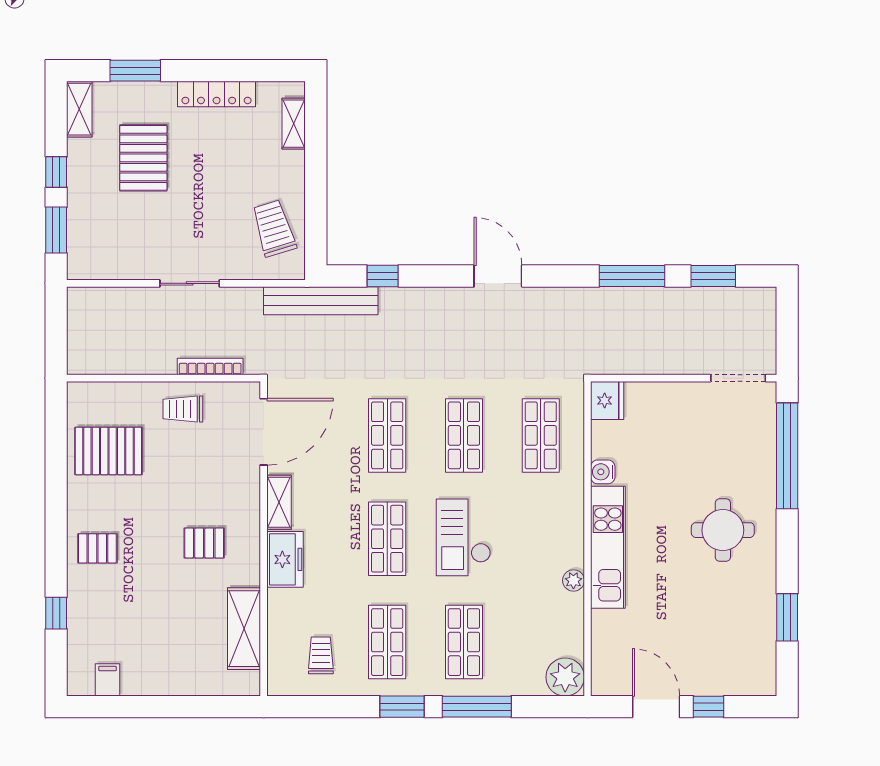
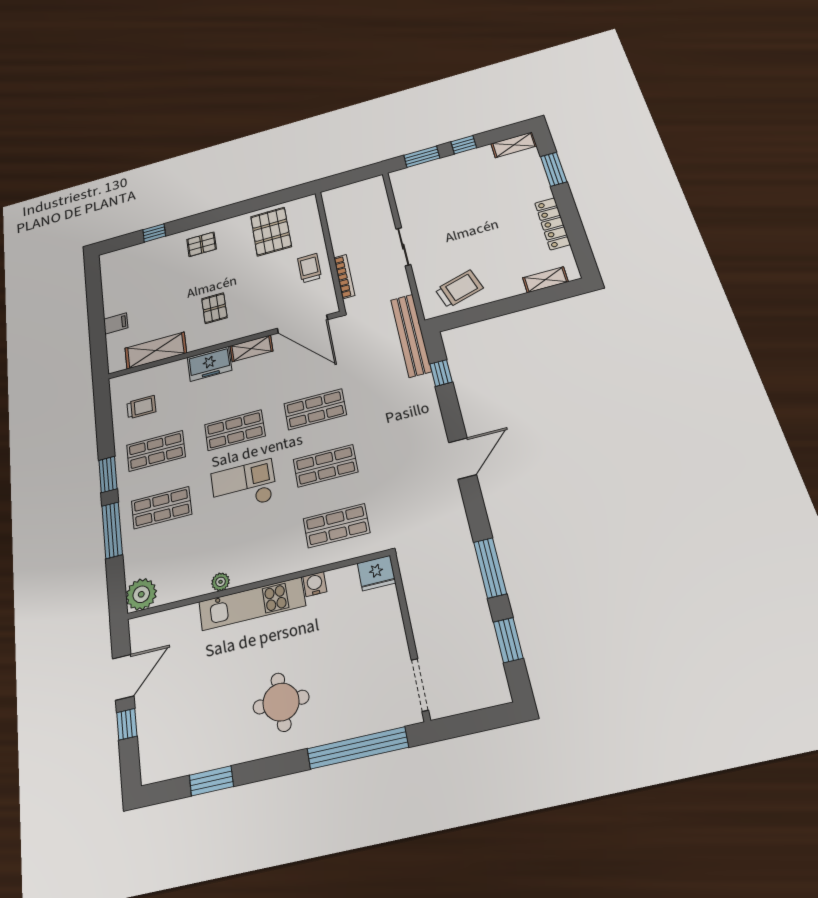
pallet: (143, 158) -> (489, 192), removed
pallet: (97, 548) -> (202, 244), turned 90
filing cabinet: (107, 680) -> (116, 323), moved

